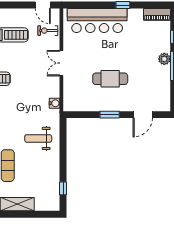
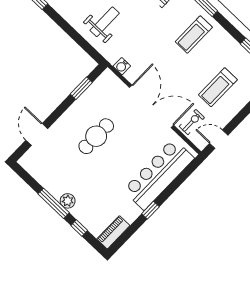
double door: (61, 63) -> (151, 106), width x1.87
window: (110, 115) -> (81, 88), moved

